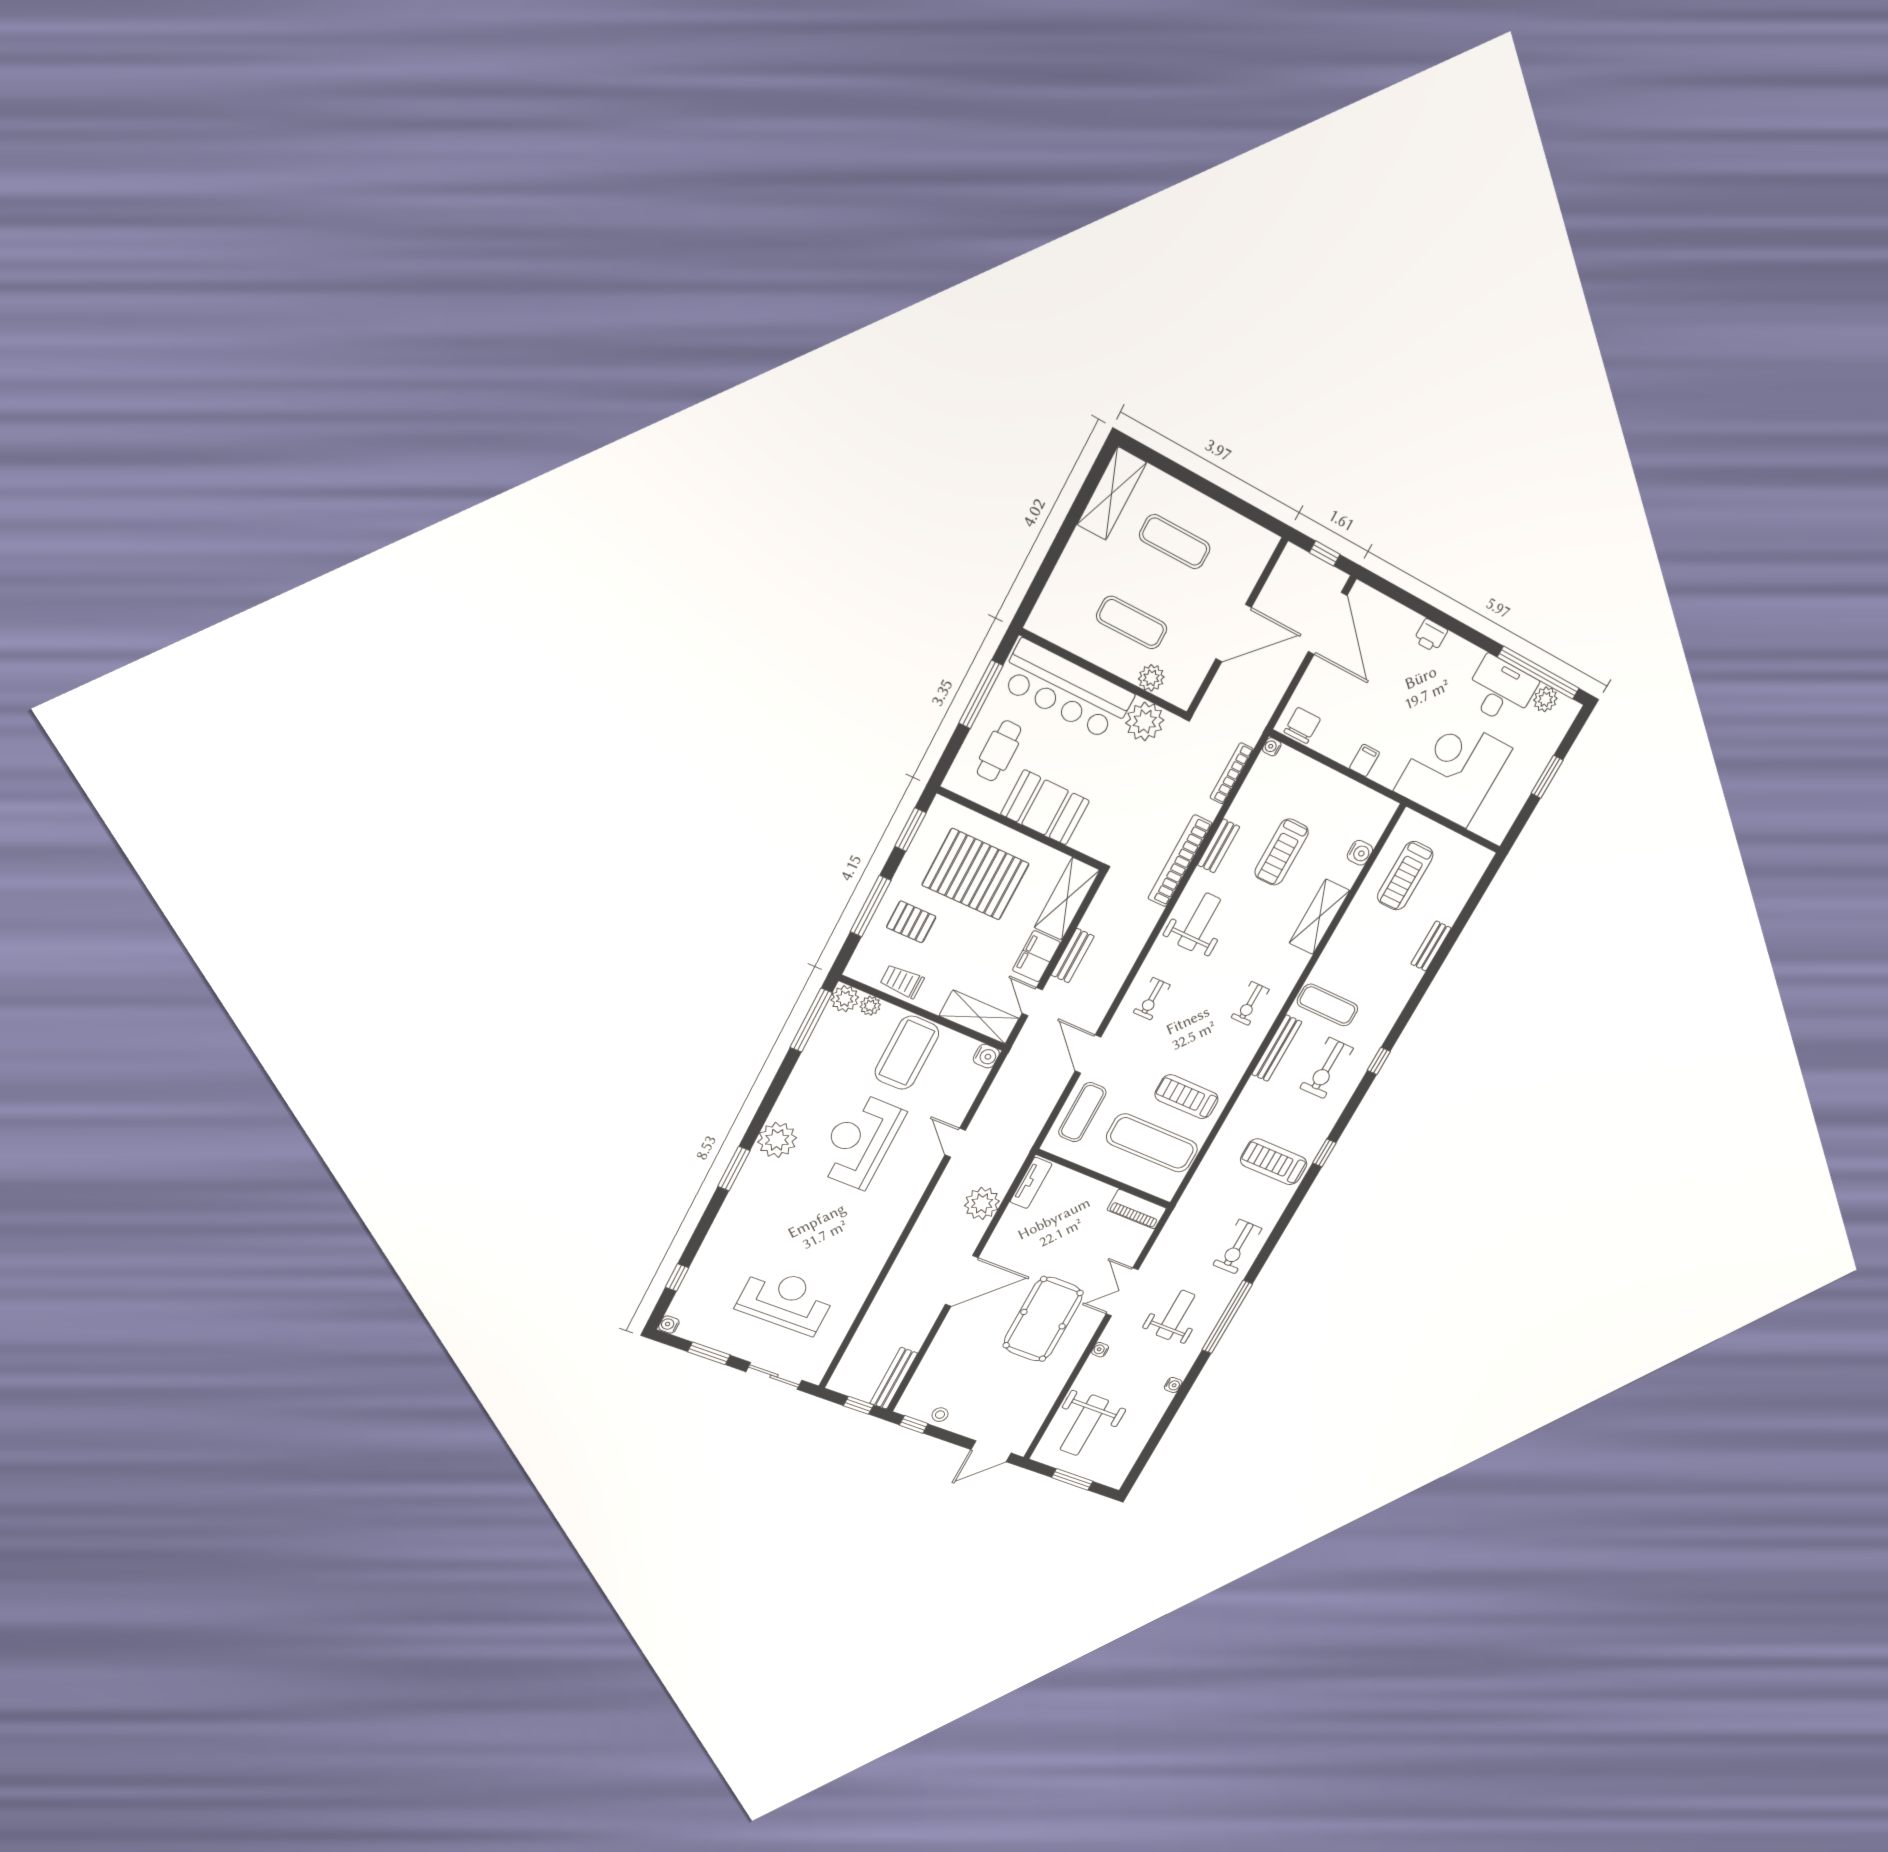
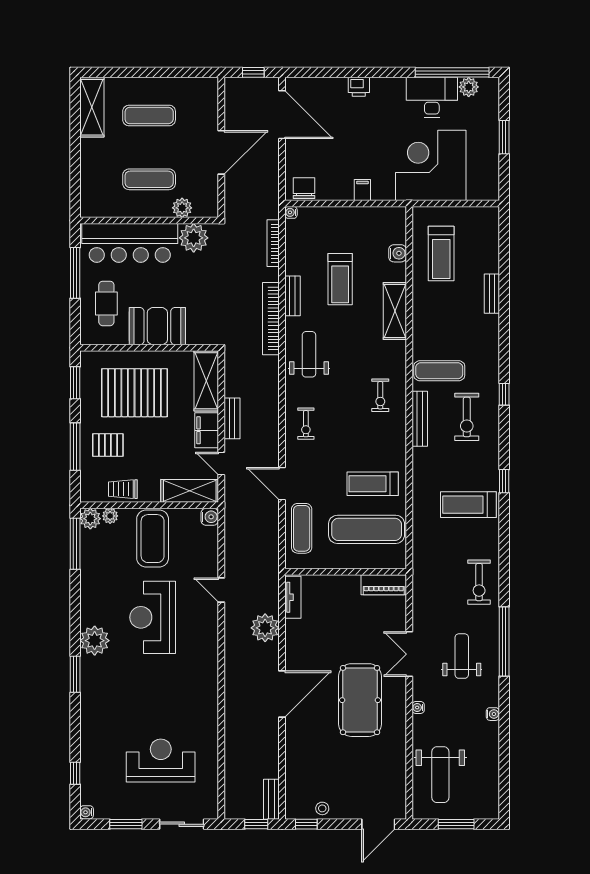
bench: (894, 1378) -> (271, 799), width x0.73

